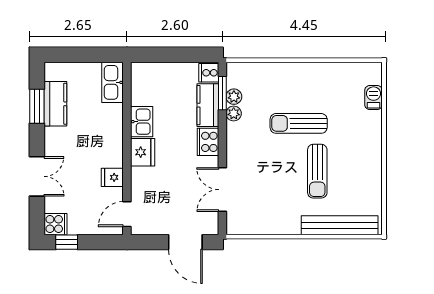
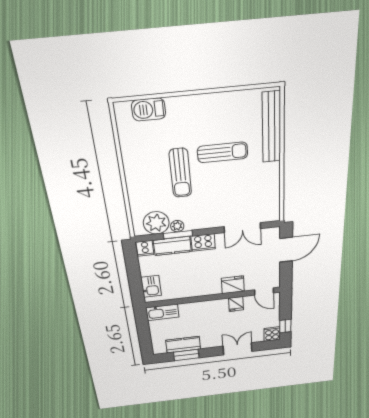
window: (222, 93) -> (178, 235), moved
plant: (234, 97) -> (156, 223), width x1.88, depth x1.88
barbecue: (374, 97) -> (149, 110), width x1.38, depth x1.27
kitchen sink: (142, 122) -> (151, 286), moved, turned 90
fridge: (143, 152) -> (233, 285), moved

